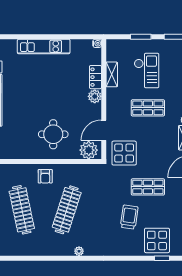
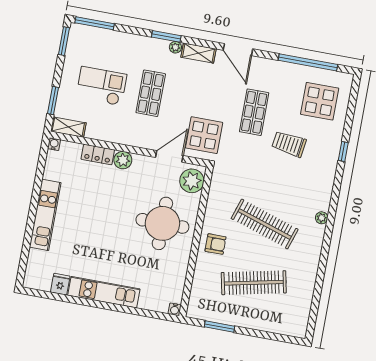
window: (141, 37) -> (53, 100), moved
shelving: (112, 74) -> (68, 127), moved
door: (104, 130) -> (169, 156), swing flipped
round table: (53, 134) -> (162, 223), width x1.36, depth x1.36
display table: (157, 240) -> (320, 101), moved
window: (162, 258) -> (343, 151), moved

